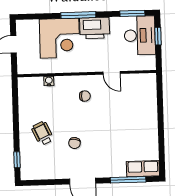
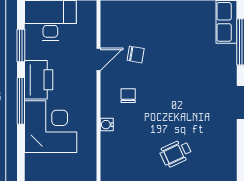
window: (132, 13) -> (21, 45), moved
water cooler: (49, 81) -> (107, 125), moved
chair: (74, 143) -> (136, 54), moved

